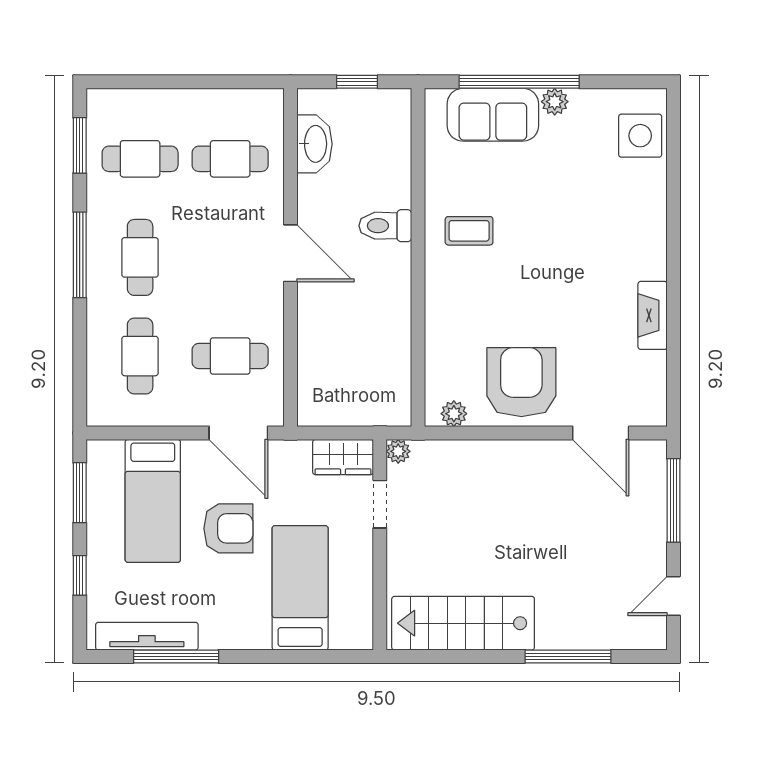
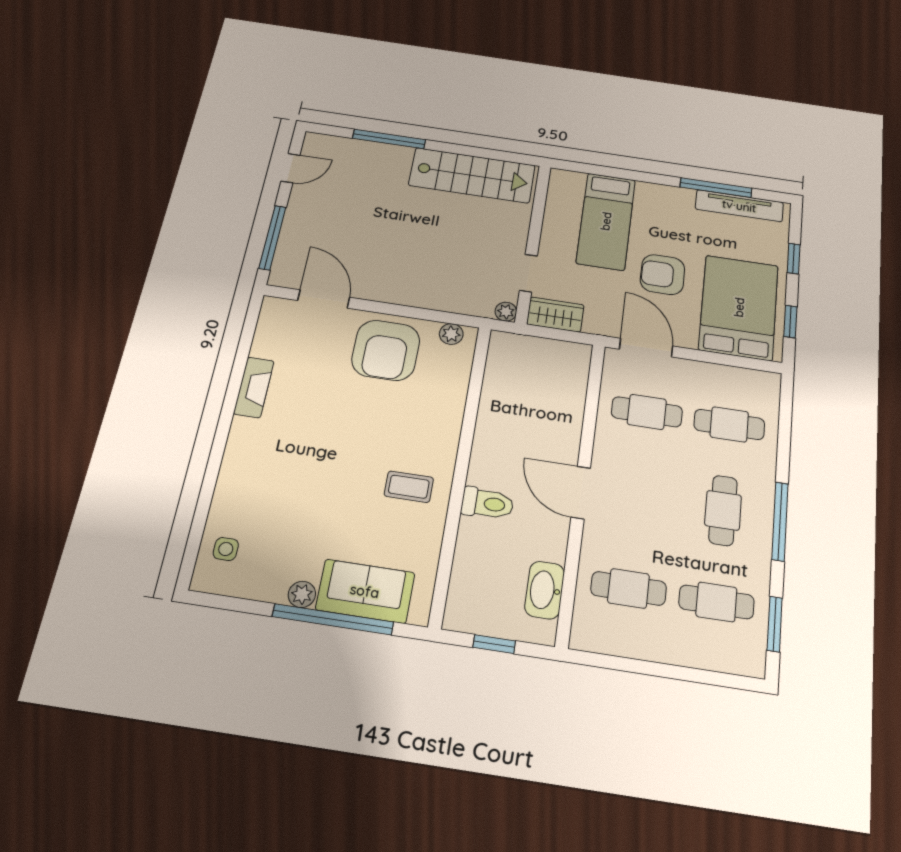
side table: (640, 136) -> (226, 549), width x0.54, depth x0.54
cafe table: (140, 356) -> (729, 424), turned 90
window: (80, 493) -> (790, 322), width x0.67
bed: (153, 501) -> (739, 307), width x1.50

